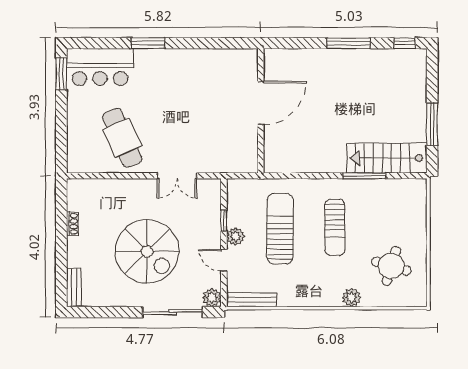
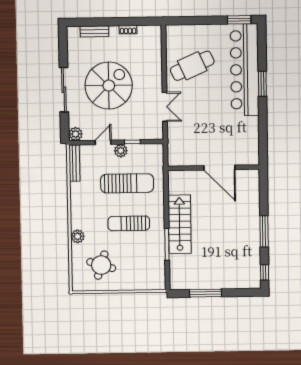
bar counter: (100, 67) -> (245, 70), width x1.86
stairs: (387, 158) -> (180, 224), moved
double door: (177, 176) -> (165, 107), swing flipped
spiral stairs: (147, 251) -> (109, 86), turned 180
bench: (74, 288) -> (94, 31), moved
sliding door: (173, 312) -> (64, 90), moved

